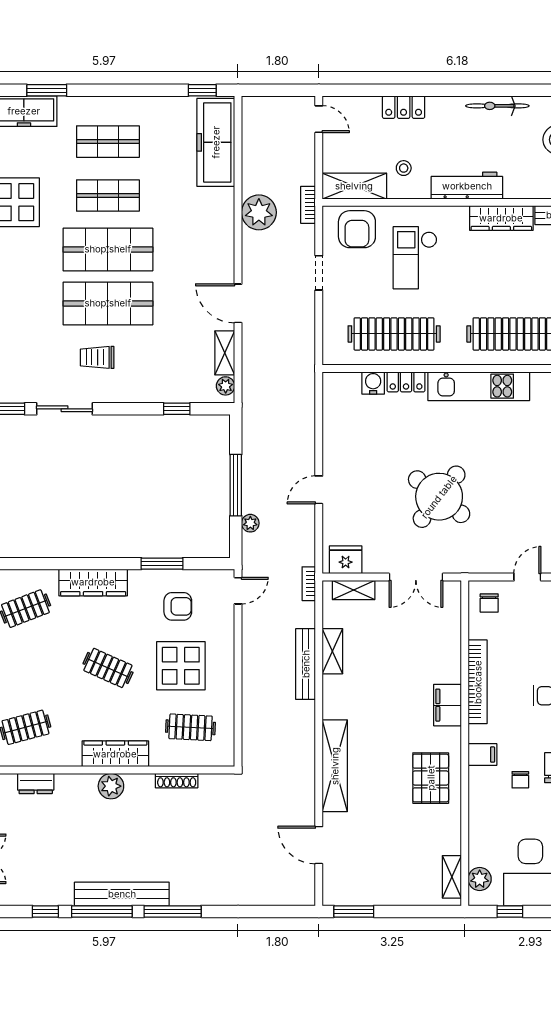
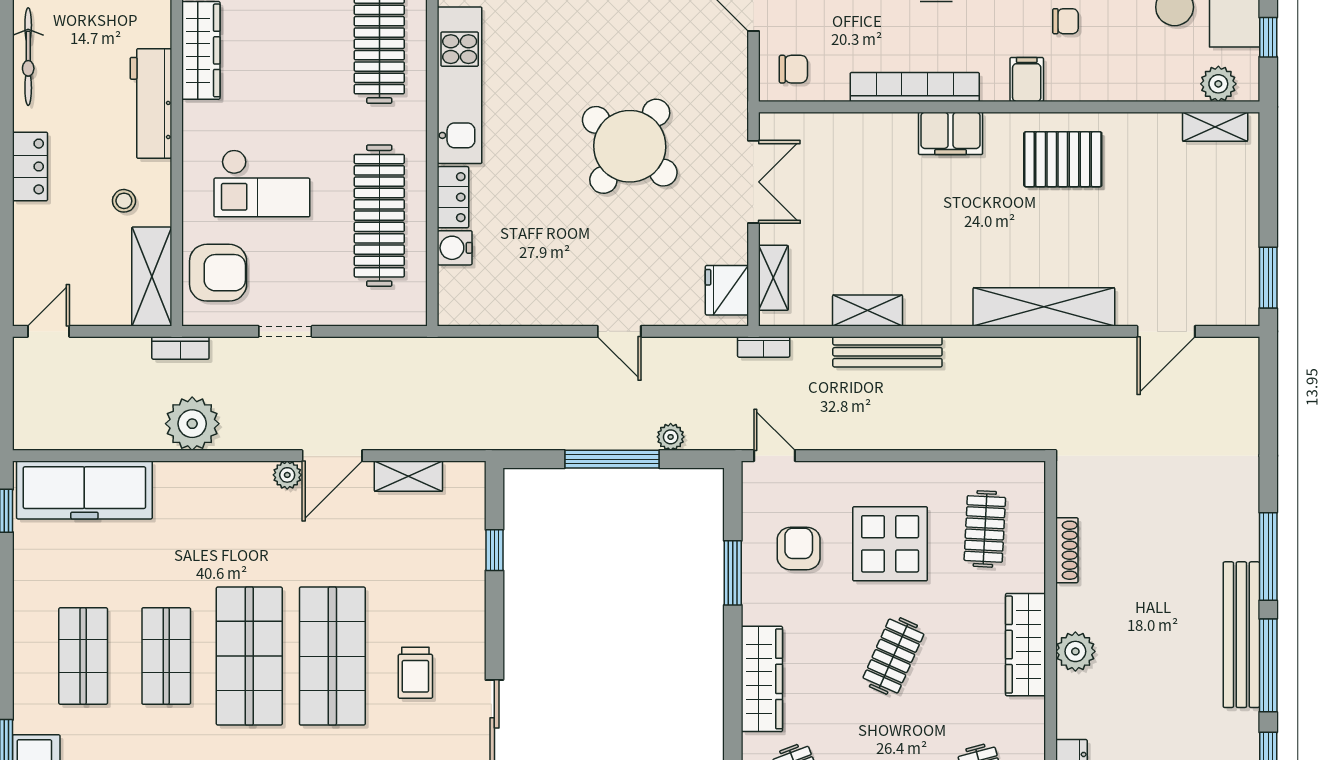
locker: (404, 107) -> (30, 166), moved
plant: (226, 386) -> (287, 475), moved

